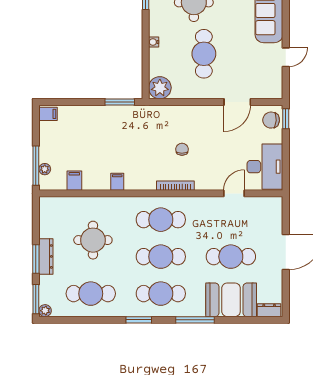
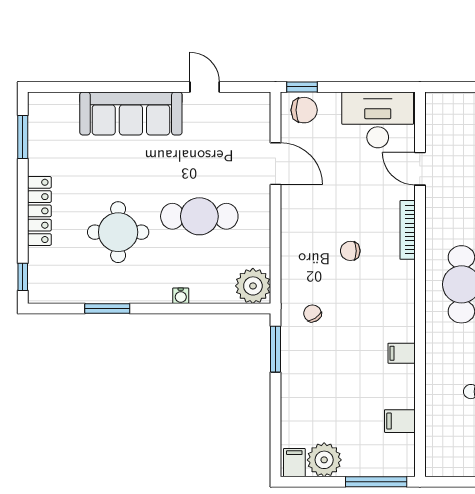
chair: (271, 120) -> (304, 110), turned -94
chair: (142, 125) -> (312, 313), added
plant: (45, 169) -> (324, 460), moved, width x1.88, depth x1.88
bookcase: (175, 186) -> (408, 230), moved

